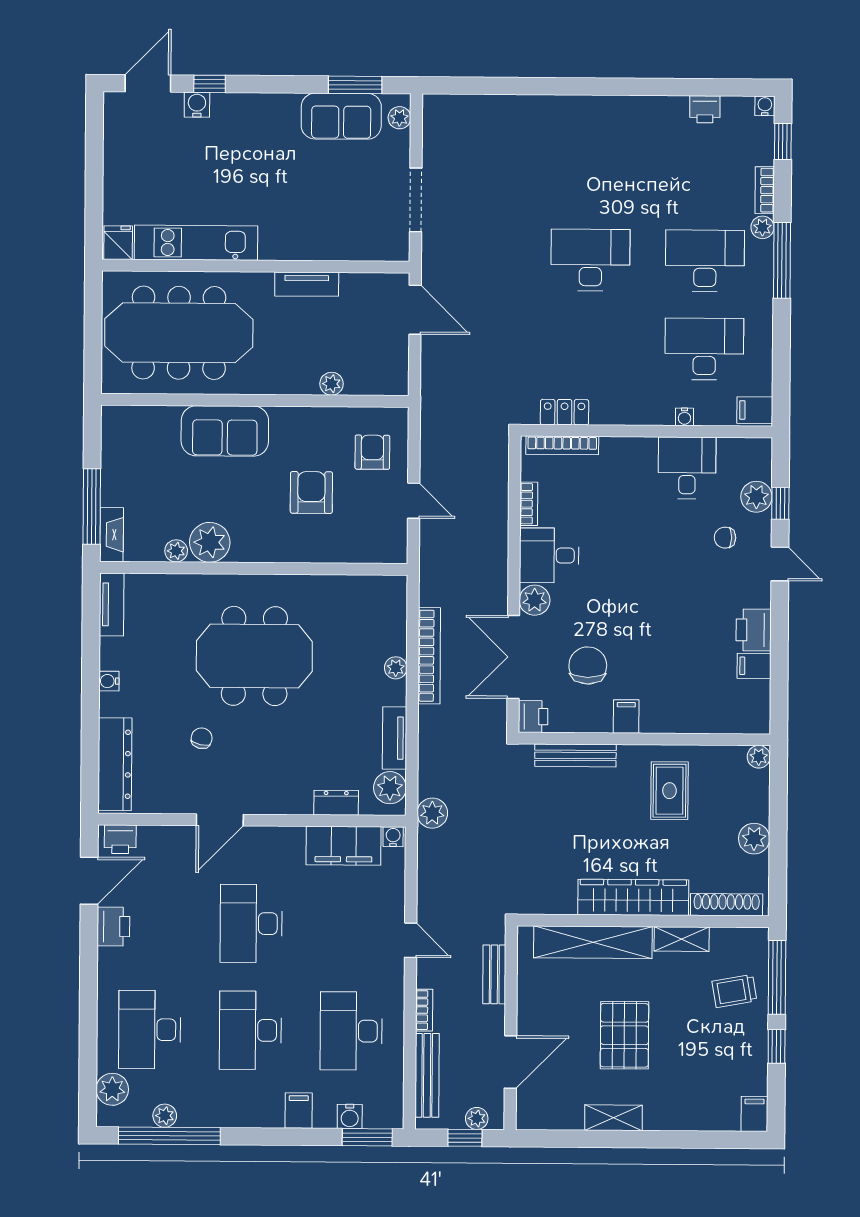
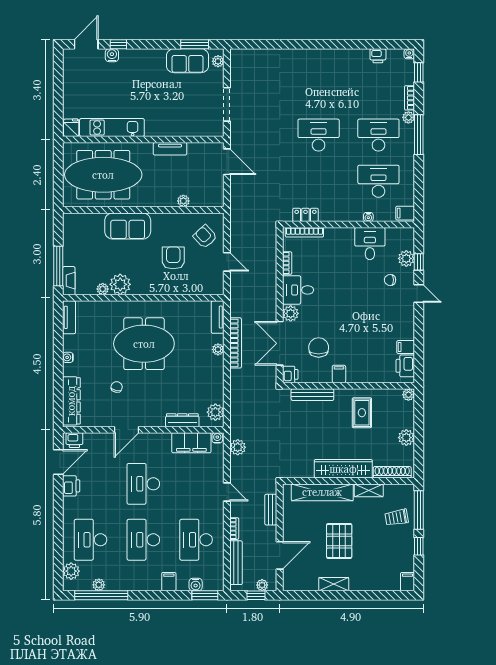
armchair: (372, 452) -> (205, 237), turned -43
printer: (754, 630) -> (405, 366), moved
tv unit: (395, 738) -> (218, 317), moved
dresser: (336, 803) -> (182, 420), width x1.44
plant: (432, 813) -> (238, 447), moved

